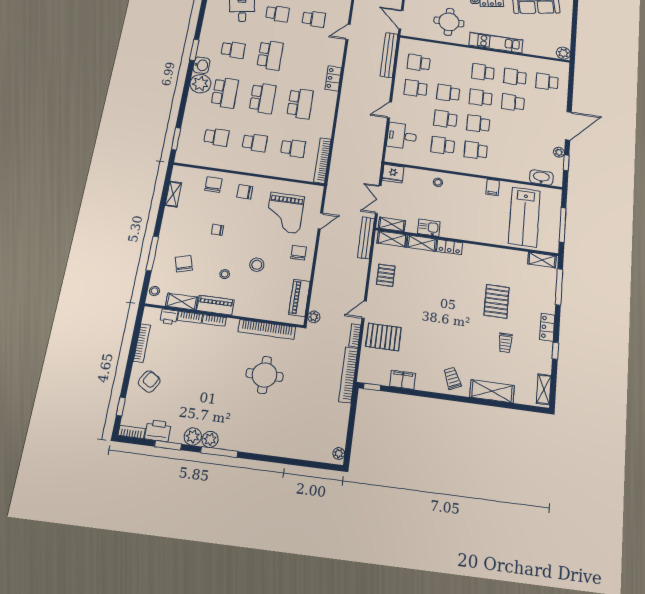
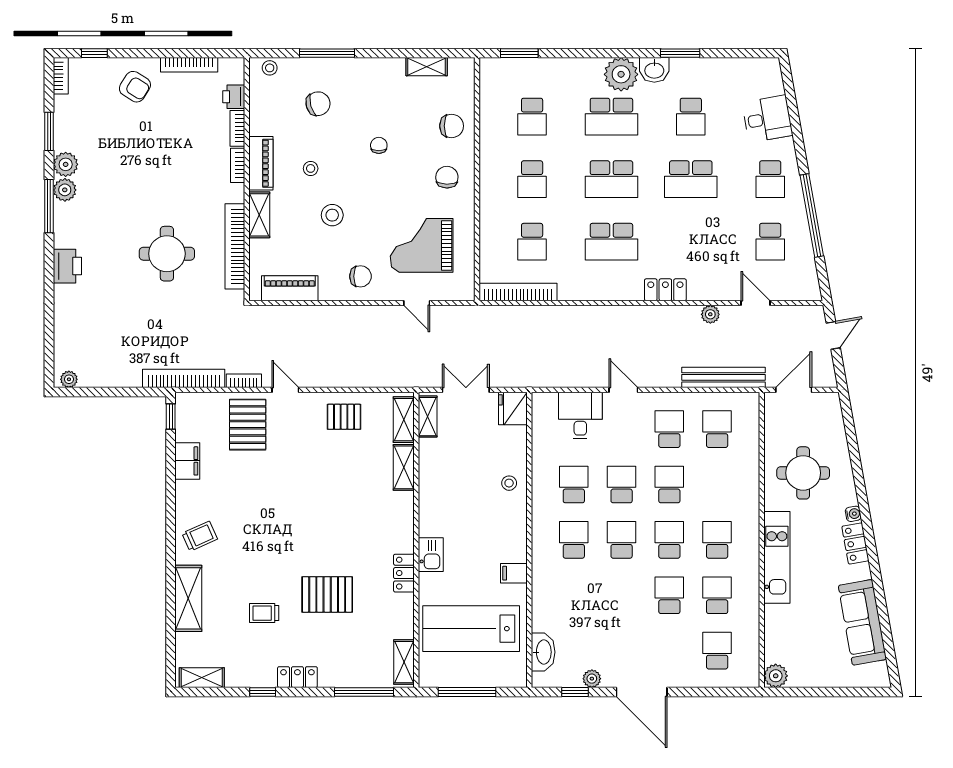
kitchen sink: (429, 228) -> (431, 555), moved
bench: (366, 238) -> (400, 378), removed
locker: (450, 247) -> (404, 573), moved
shelving: (182, 302) -> (259, 215), moved
plant: (314, 317) -> (710, 314), moved
printer: (158, 431) -> (67, 266), moved

